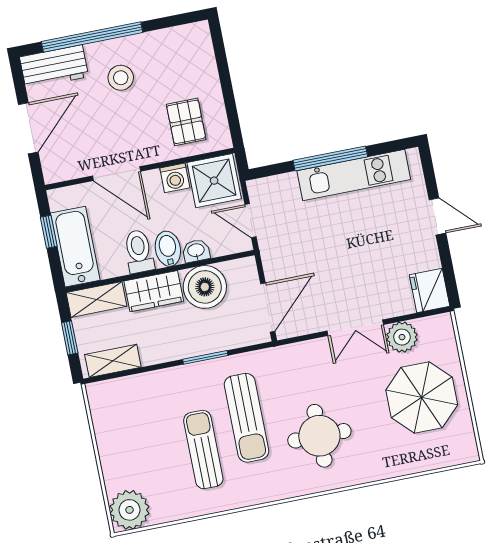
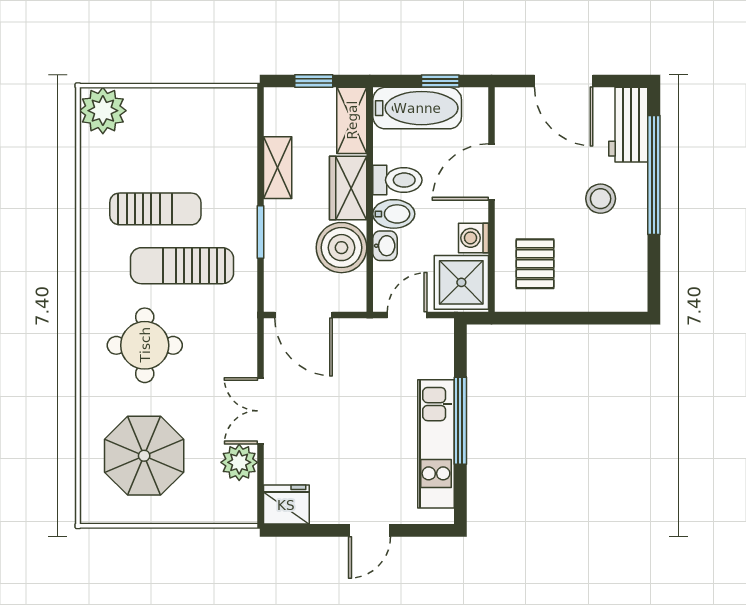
pallet: (186, 122) -> (535, 264), turned 90
shelving: (113, 361) -> (278, 168), moved
parasol: (422, 397) -> (144, 456), moved

